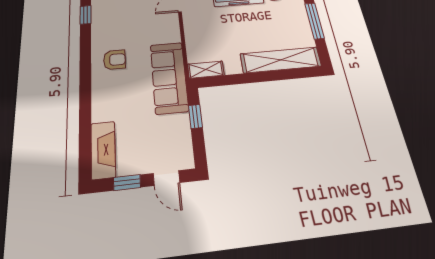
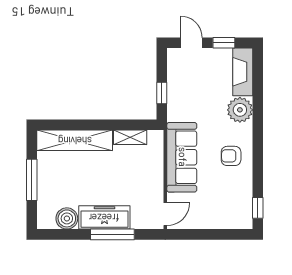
shelving: (206, 70) -> (130, 137), moved
sofa: (169, 77) -> (182, 157), moved
plant: (106, 107) -> (240, 110), added

